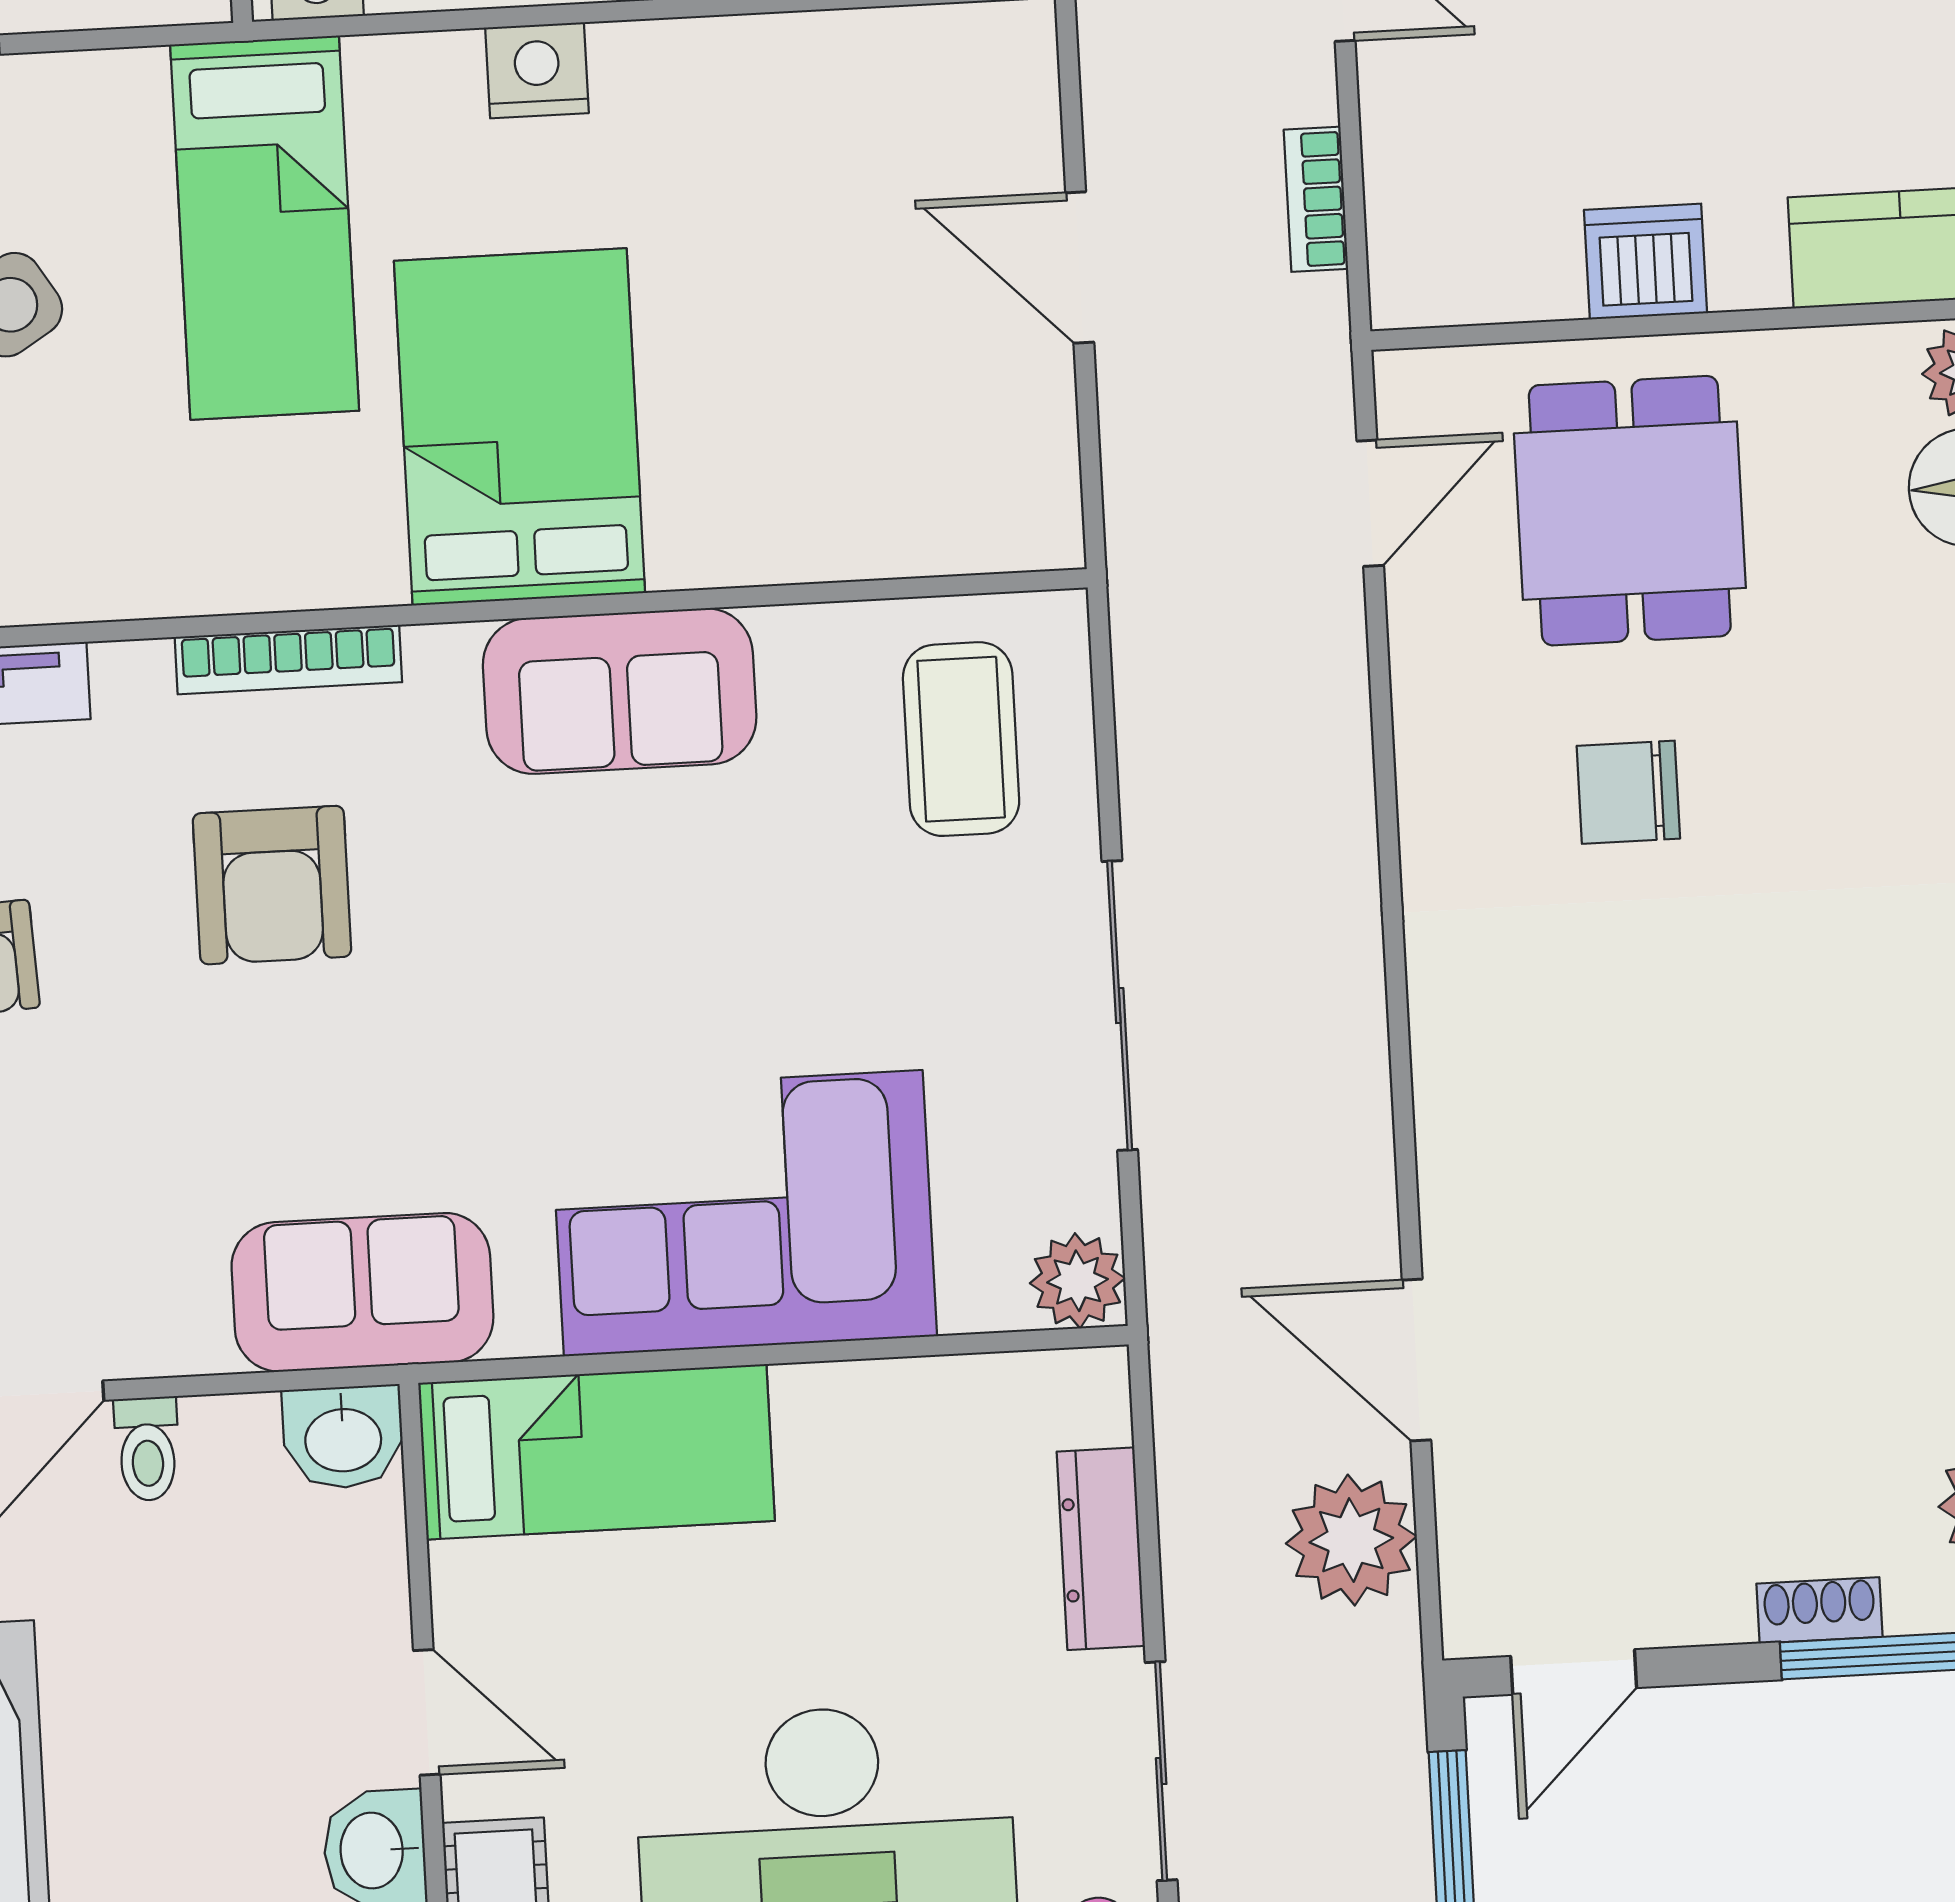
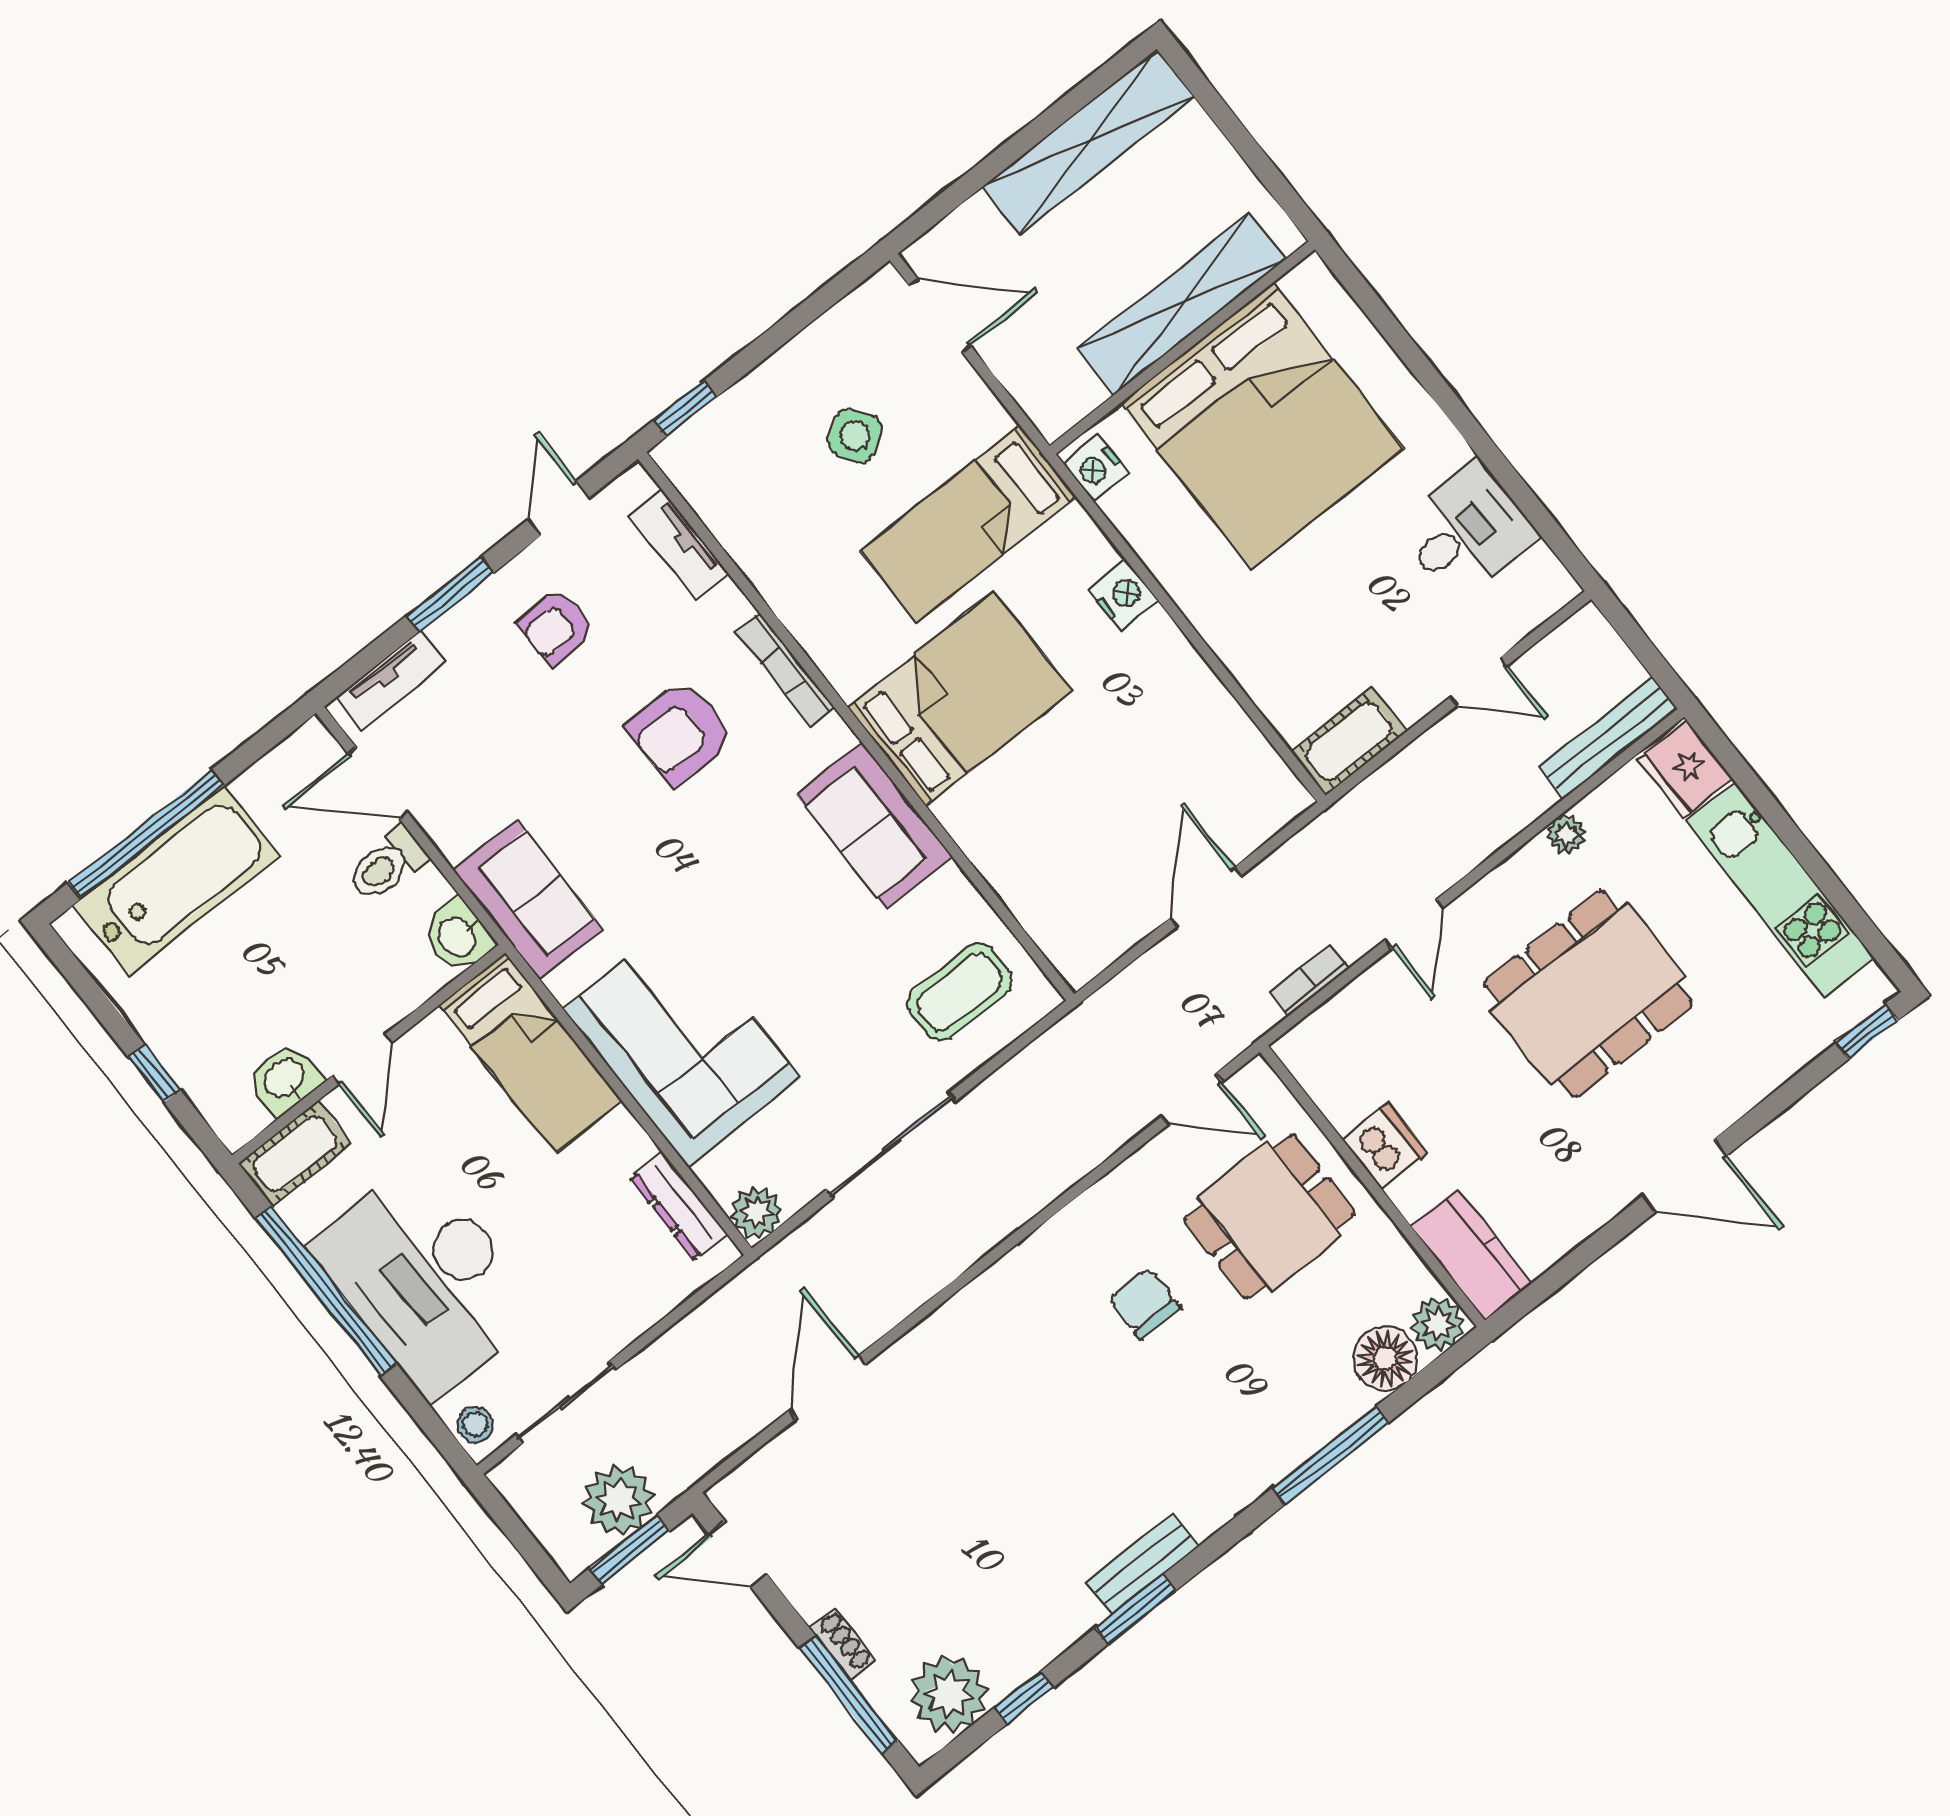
toilet: (147, 1449) -> (387, 865), width x1.37, depth x1.39
plant: (1351, 1540) -> (619, 1500), moved
dresser: (1101, 1549) -> (679, 1206), moved, turned -90

